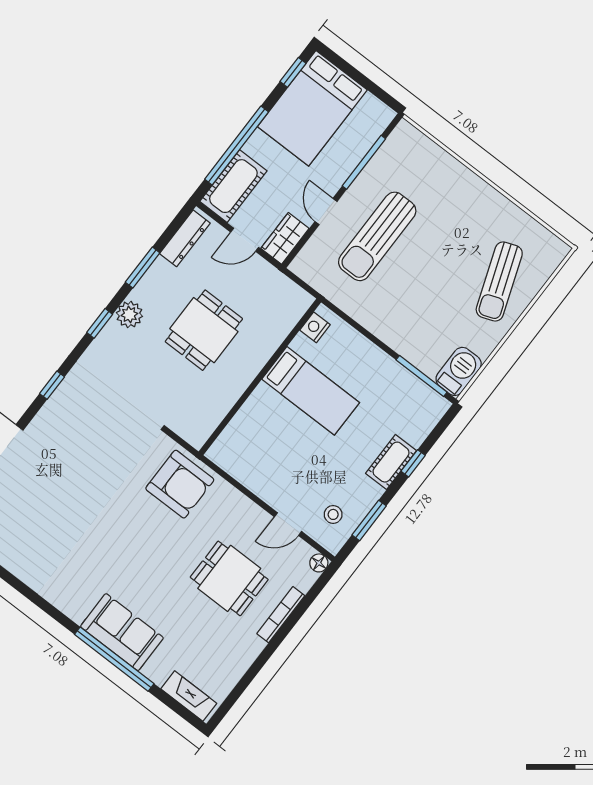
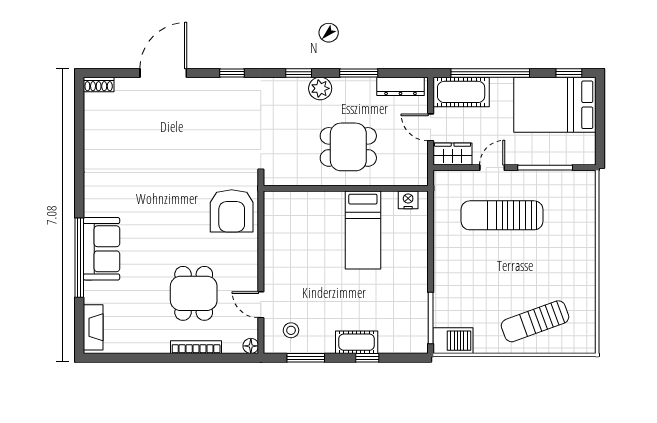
nightstand: (315, 327) -> (408, 200), moved
wall: (260, 377) -> (346, 188), moved
bed: (311, 391) -> (363, 230), moved

